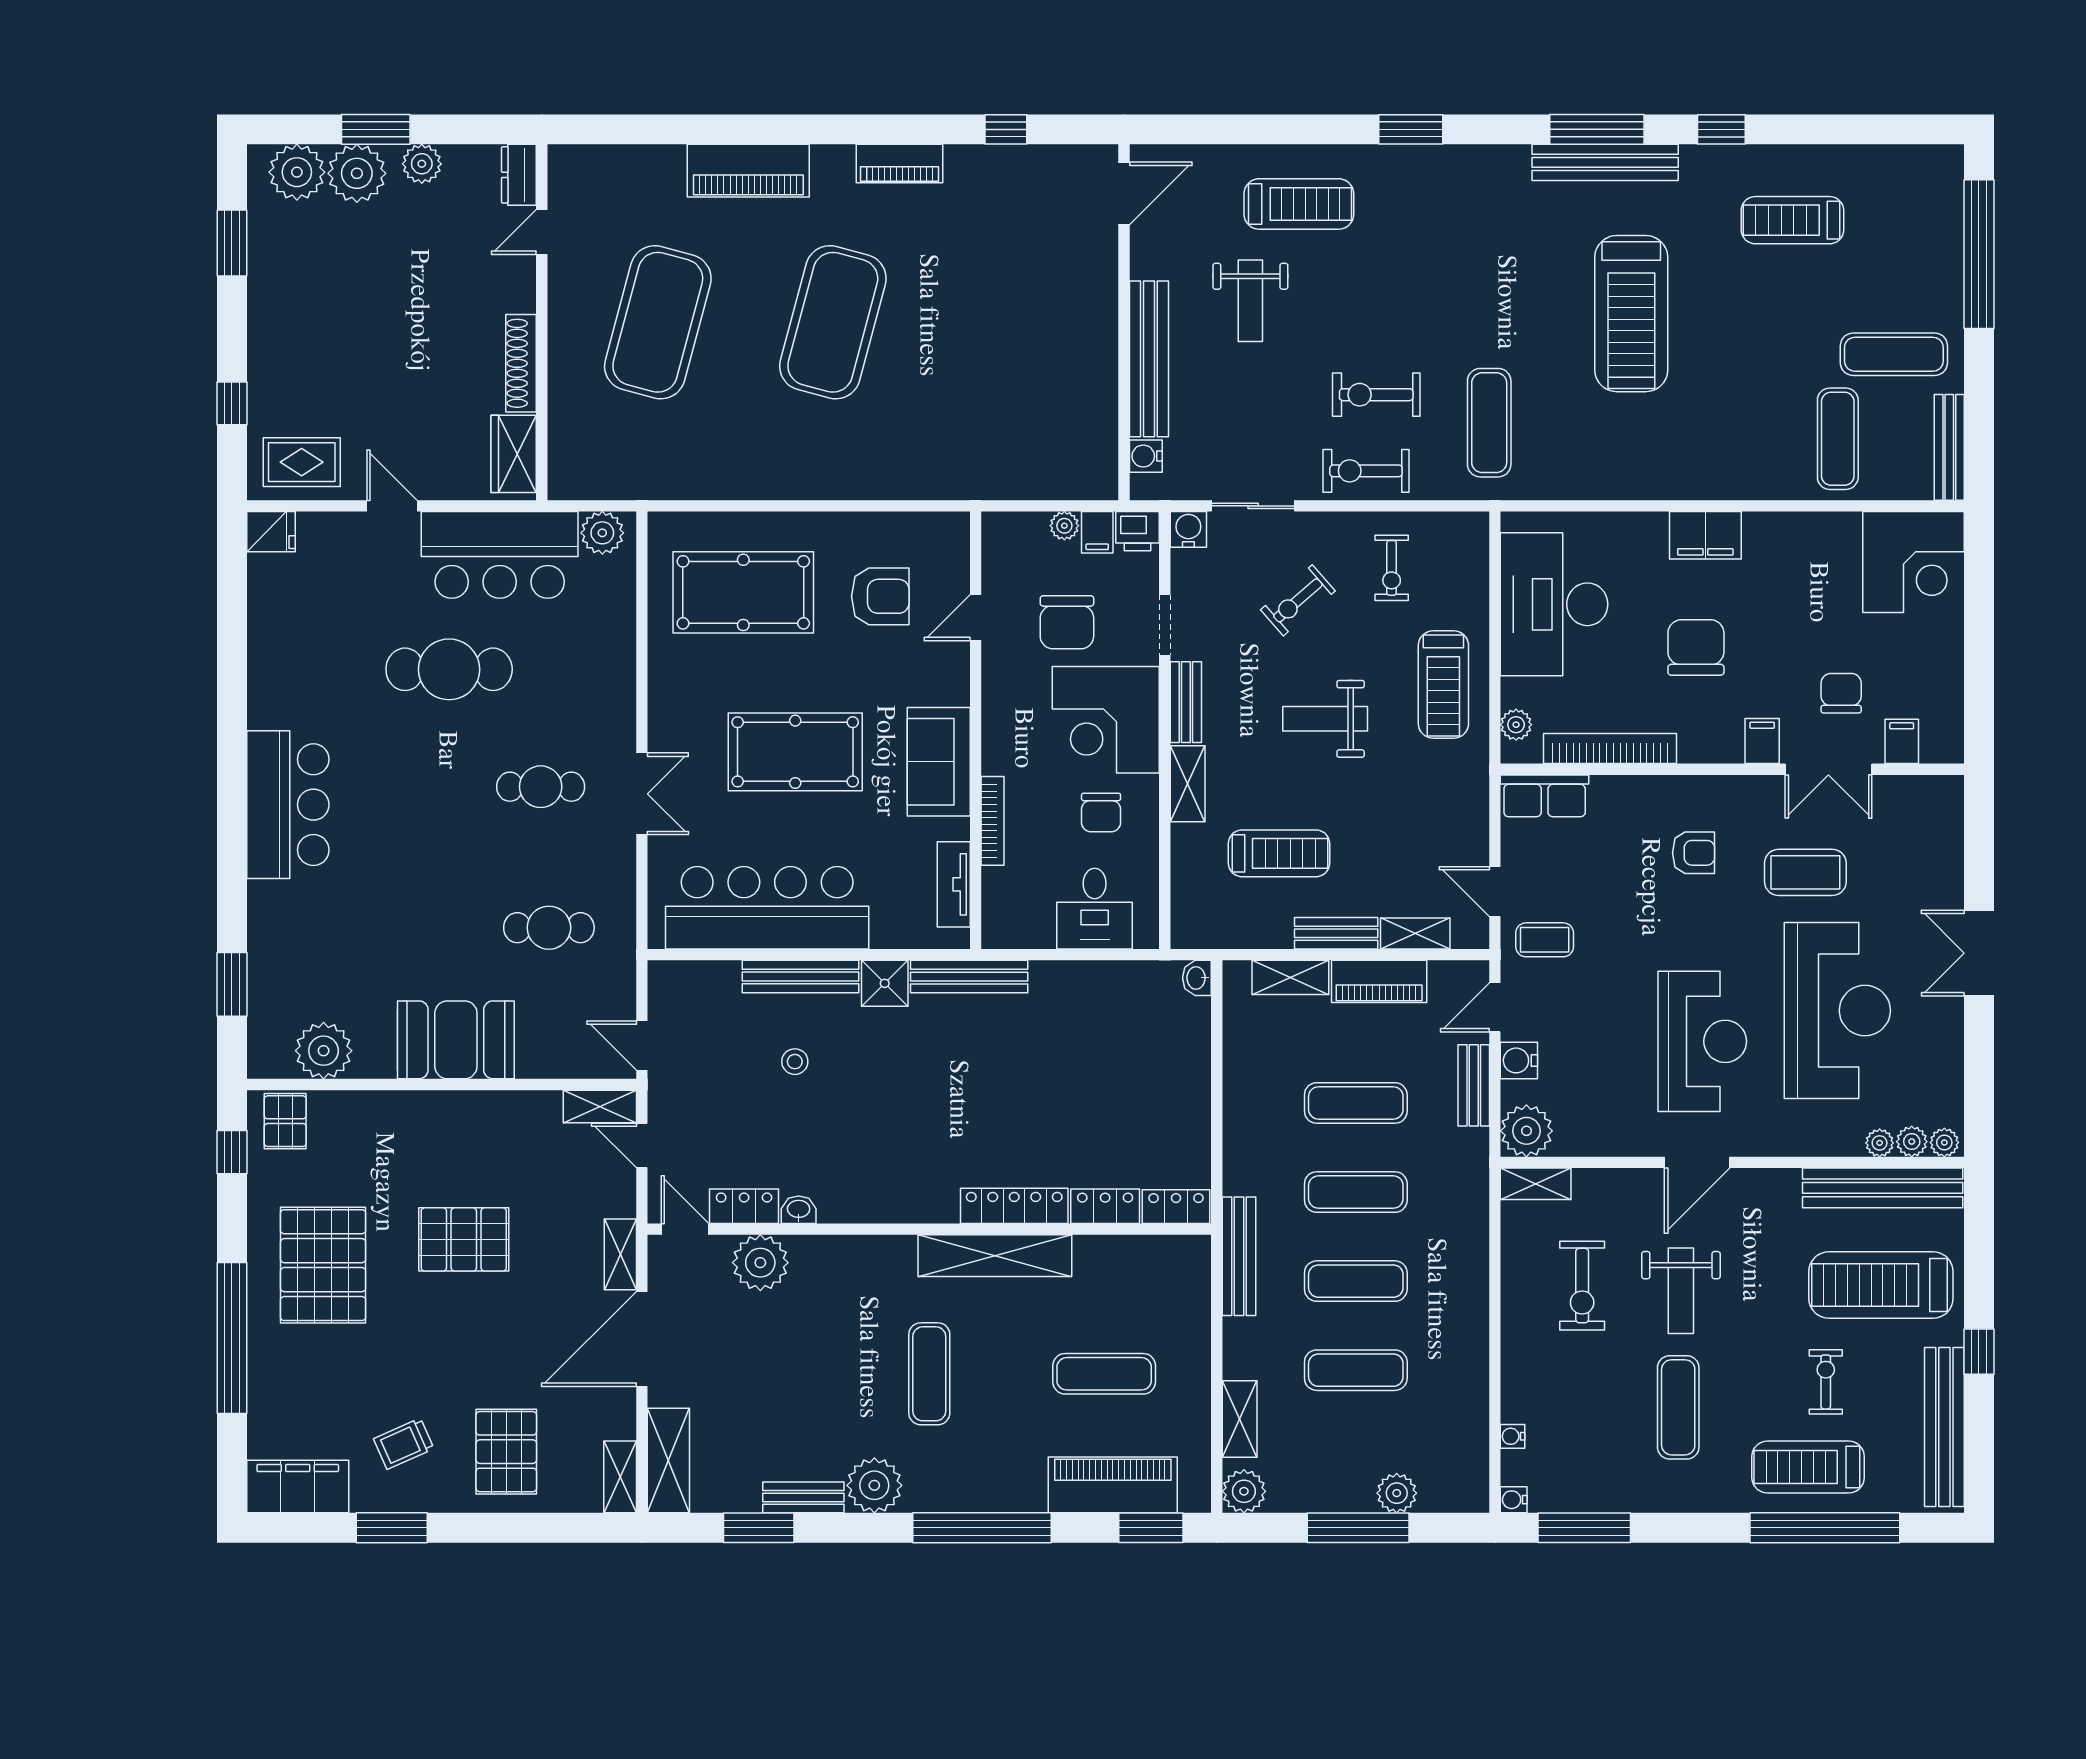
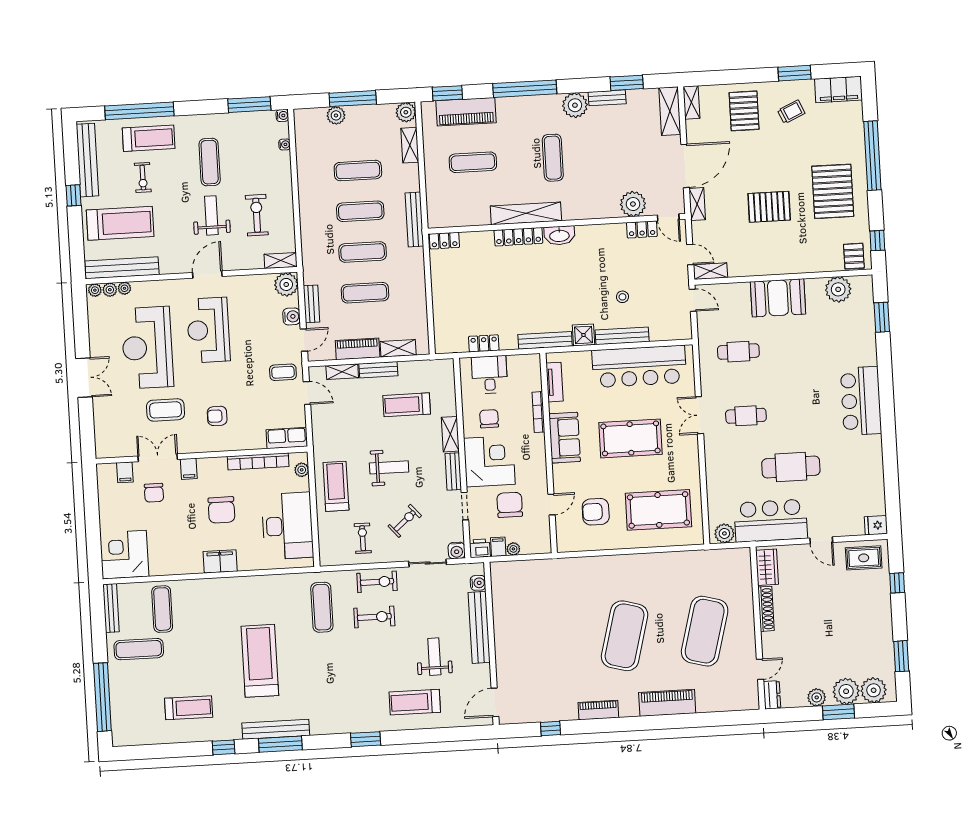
washbasin: (1197, 978) -> (441, 346), removed
locker: (1105, 1206) -> (484, 343), moved, turned 180
washbasin: (799, 1210) -> (559, 235), moved, width x1.91, depth x1.45

